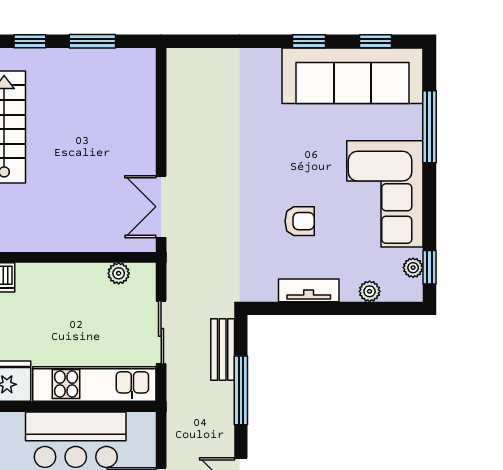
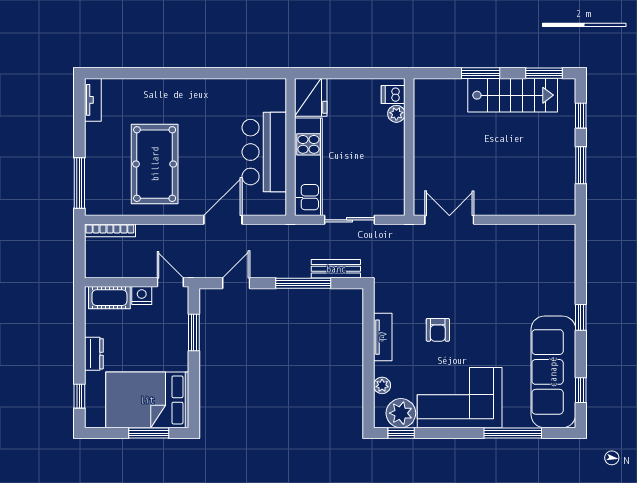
window: (309, 41) -> (581, 317), moved
plant: (413, 268) -> (401, 413), width x1.88, depth x1.88
plant: (119, 273) -> (396, 114), moved

